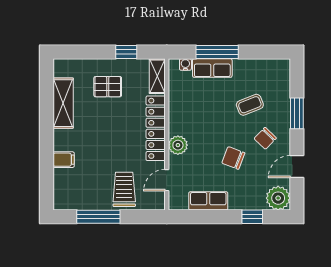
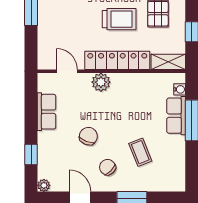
trolley: (124, 189) -> (119, 19), moved
plant: (278, 198) -> (44, 185), width x0.53, depth x0.53

